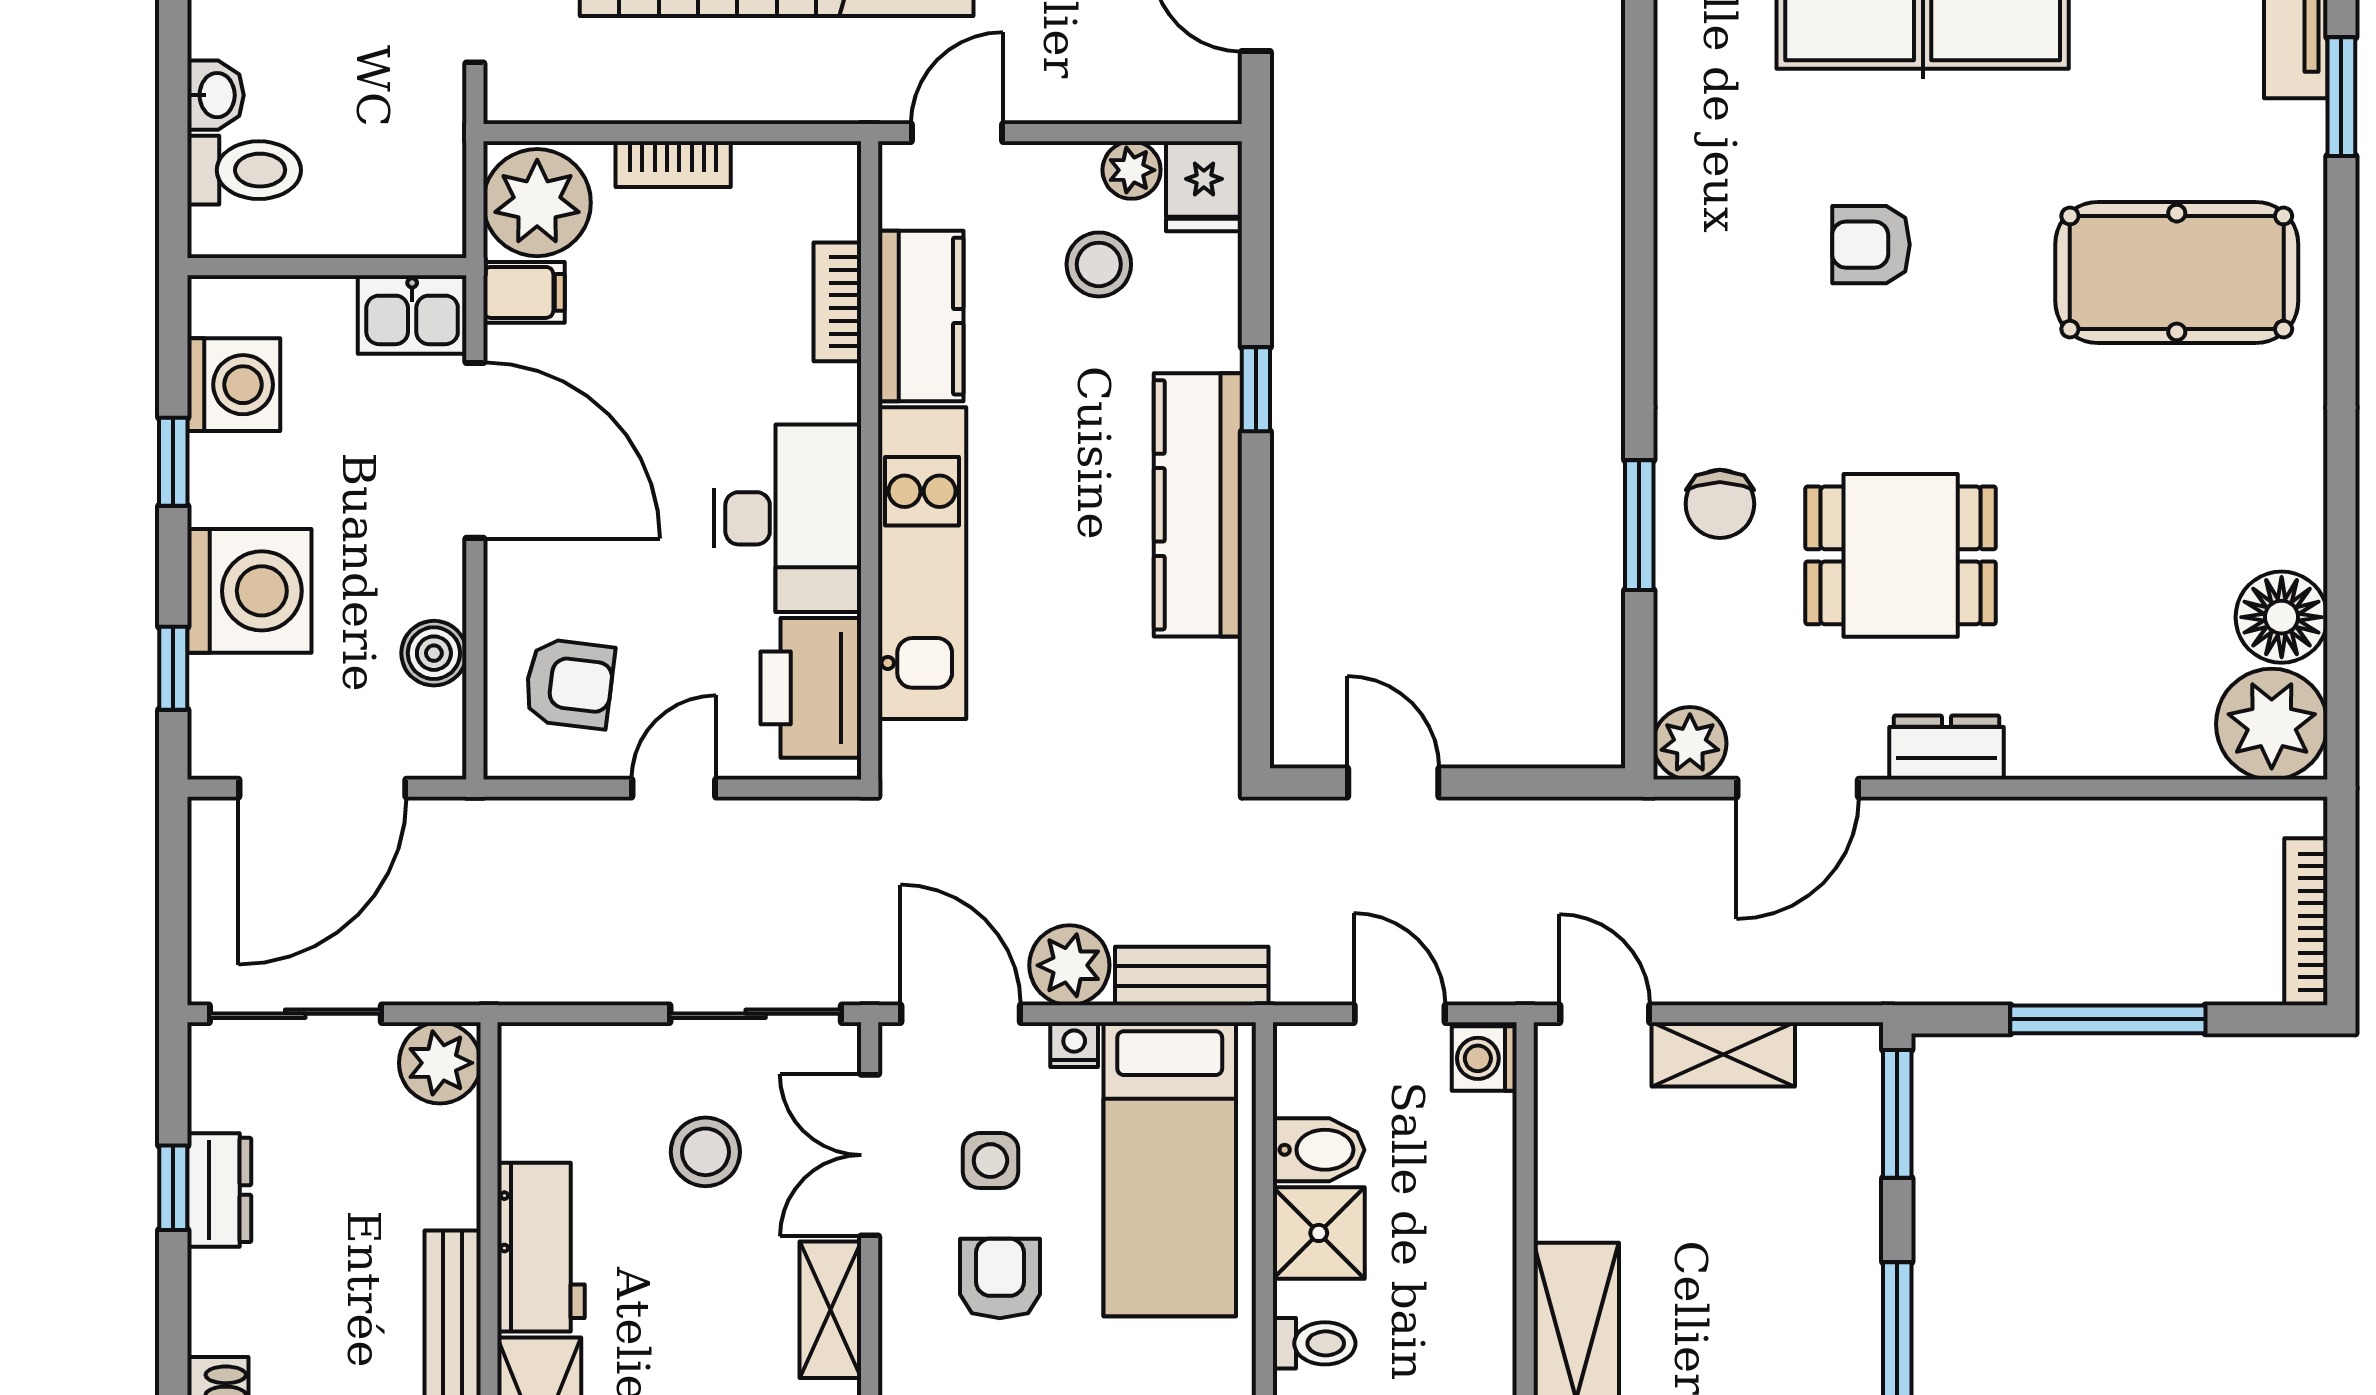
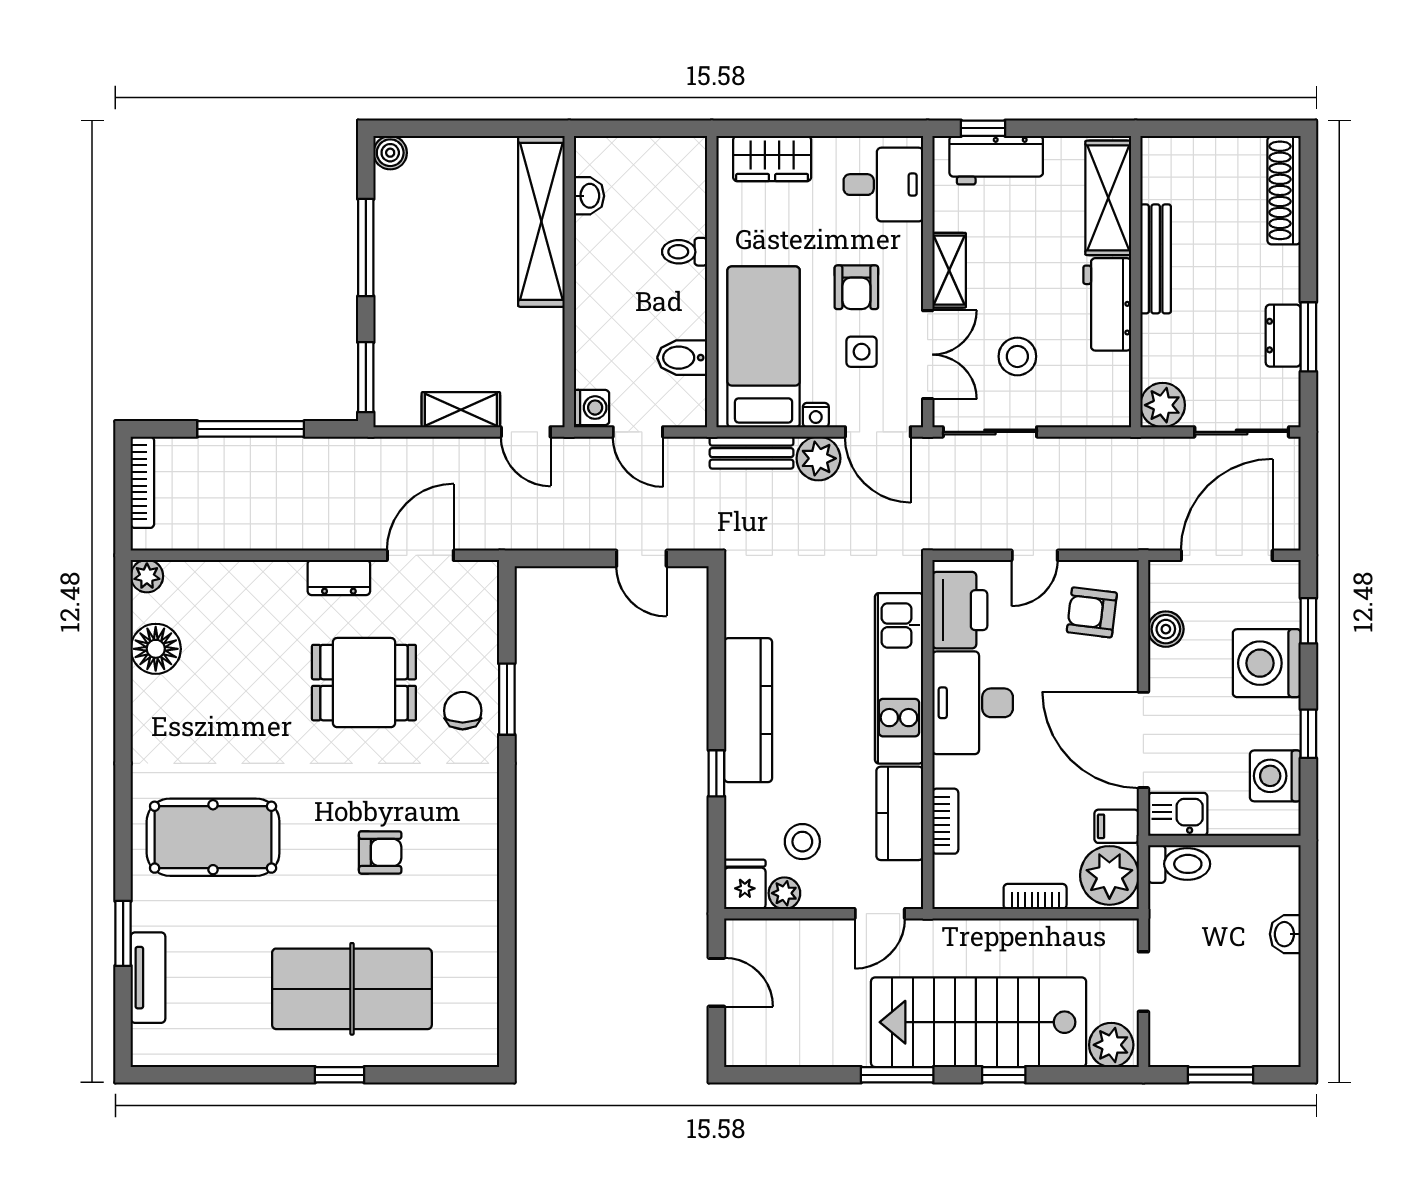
toilet: (244, 170) -> (1179, 864), moved, turned 180
plant: (2272, 724) -> (147, 576), width x0.53, depth x0.53
plant: (1690, 743) -> (479, 580), removed
window: (173, 1188) -> (1308, 337), width x1.50
shower: (1319, 1233) -> (682, 312), removed

